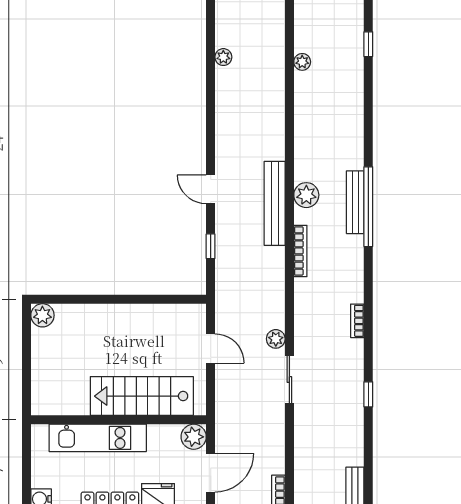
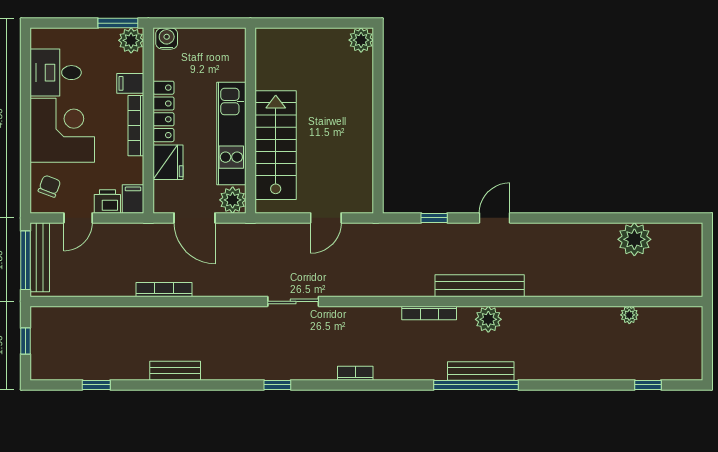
plant: (223, 57) -> (634, 239), width x1.88, depth x1.88
plant: (276, 339) -> (336, 287), removed
kitchen unit: (98, 438) -> (231, 133), moved

